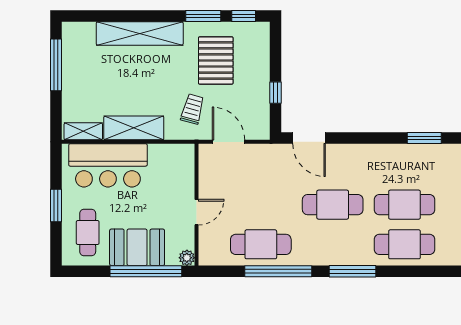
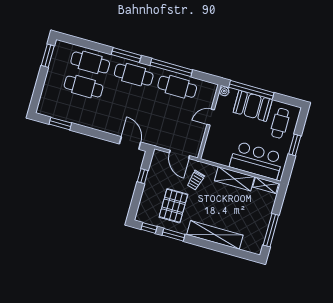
cafe table: (333, 205) -> (134, 75), moved

